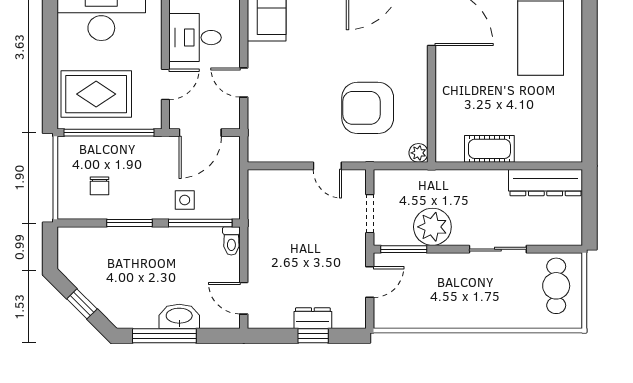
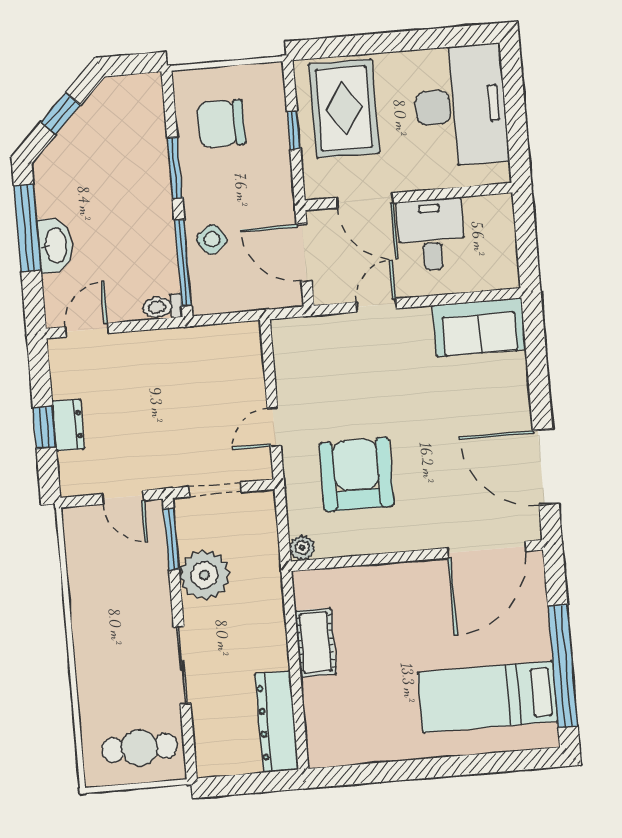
door: (165, 84) -> (365, 200), width x1.38
window: (109, 133) -> (294, 130), width x0.32
chair: (100, 186) -> (221, 124), width x1.87, depth x1.87
side table: (185, 200) -> (212, 239), turned -37

